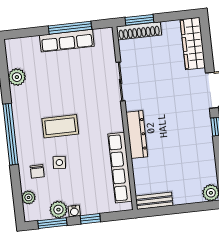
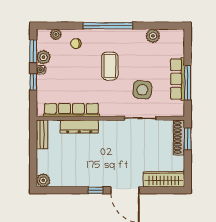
dresser: (137, 135) -> (79, 126), moved
side table: (59, 163) -> (142, 90), moved, width x1.87, depth x1.87

